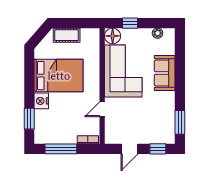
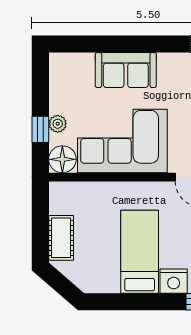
plant: (158, 33) -> (58, 124), moved
bed: (59, 76) -> (140, 252), width x0.67

